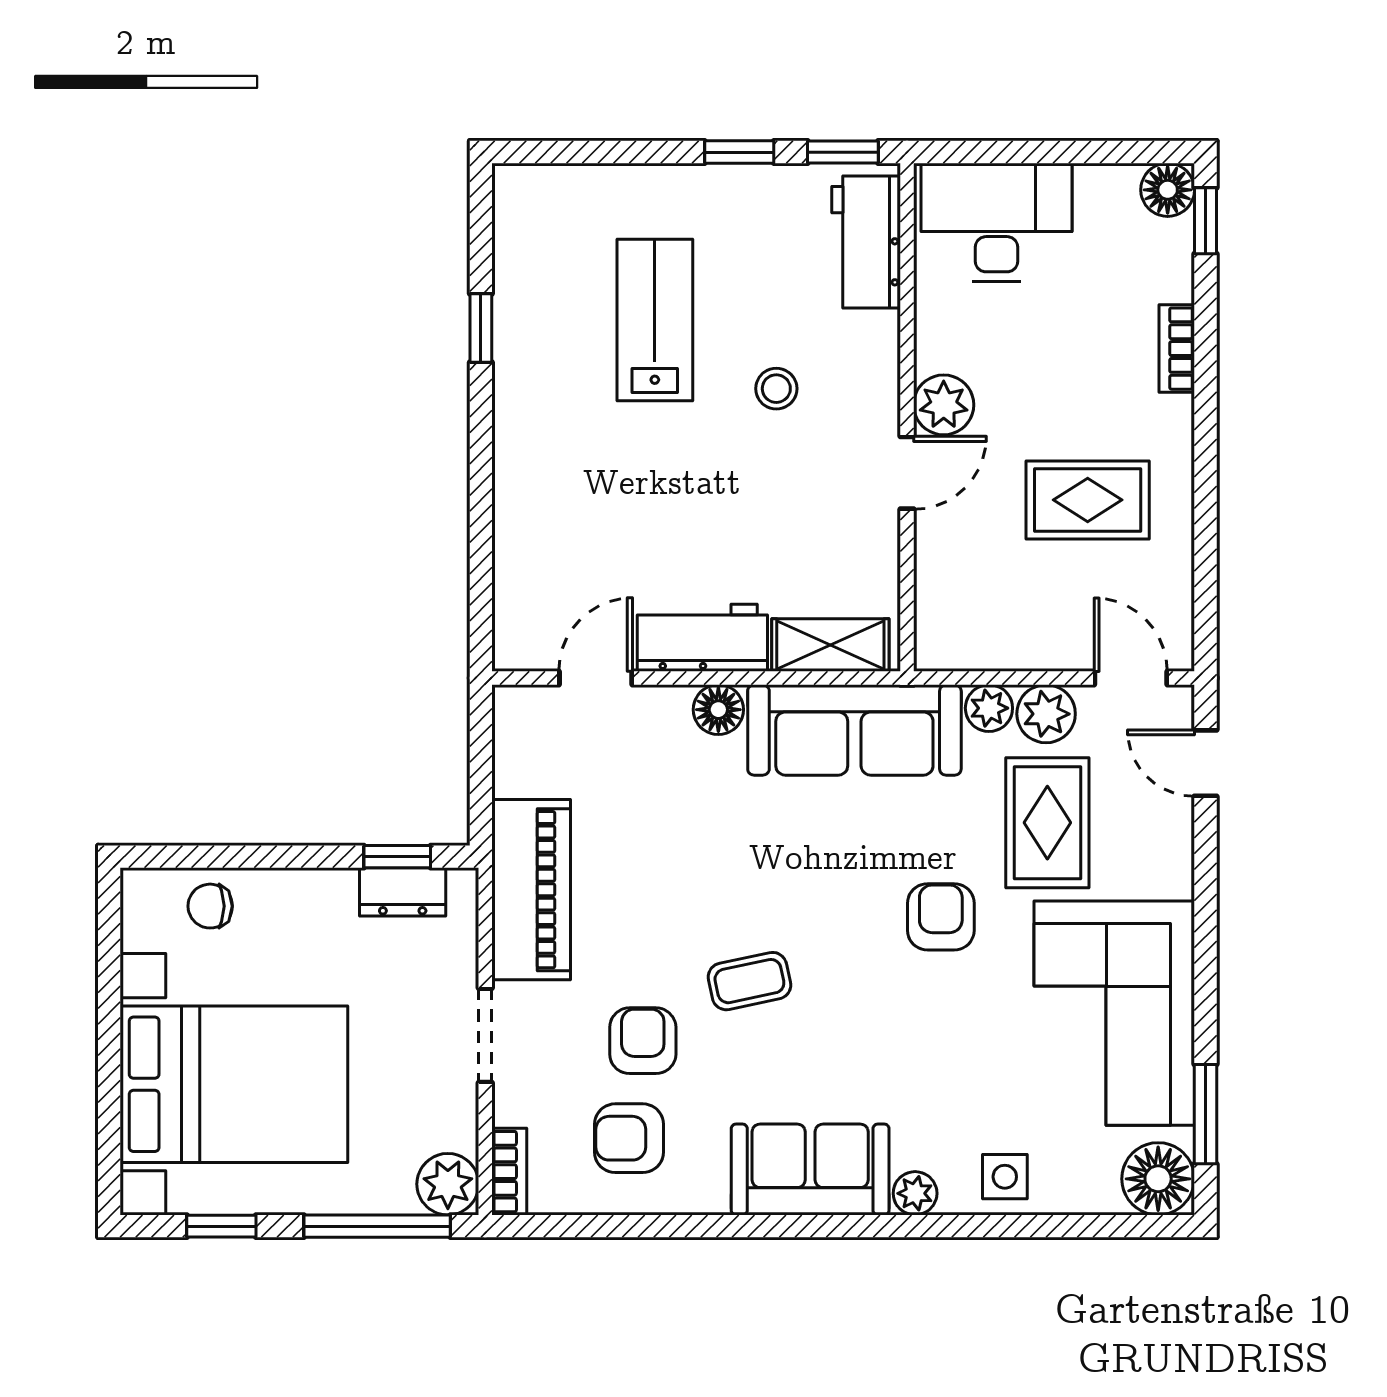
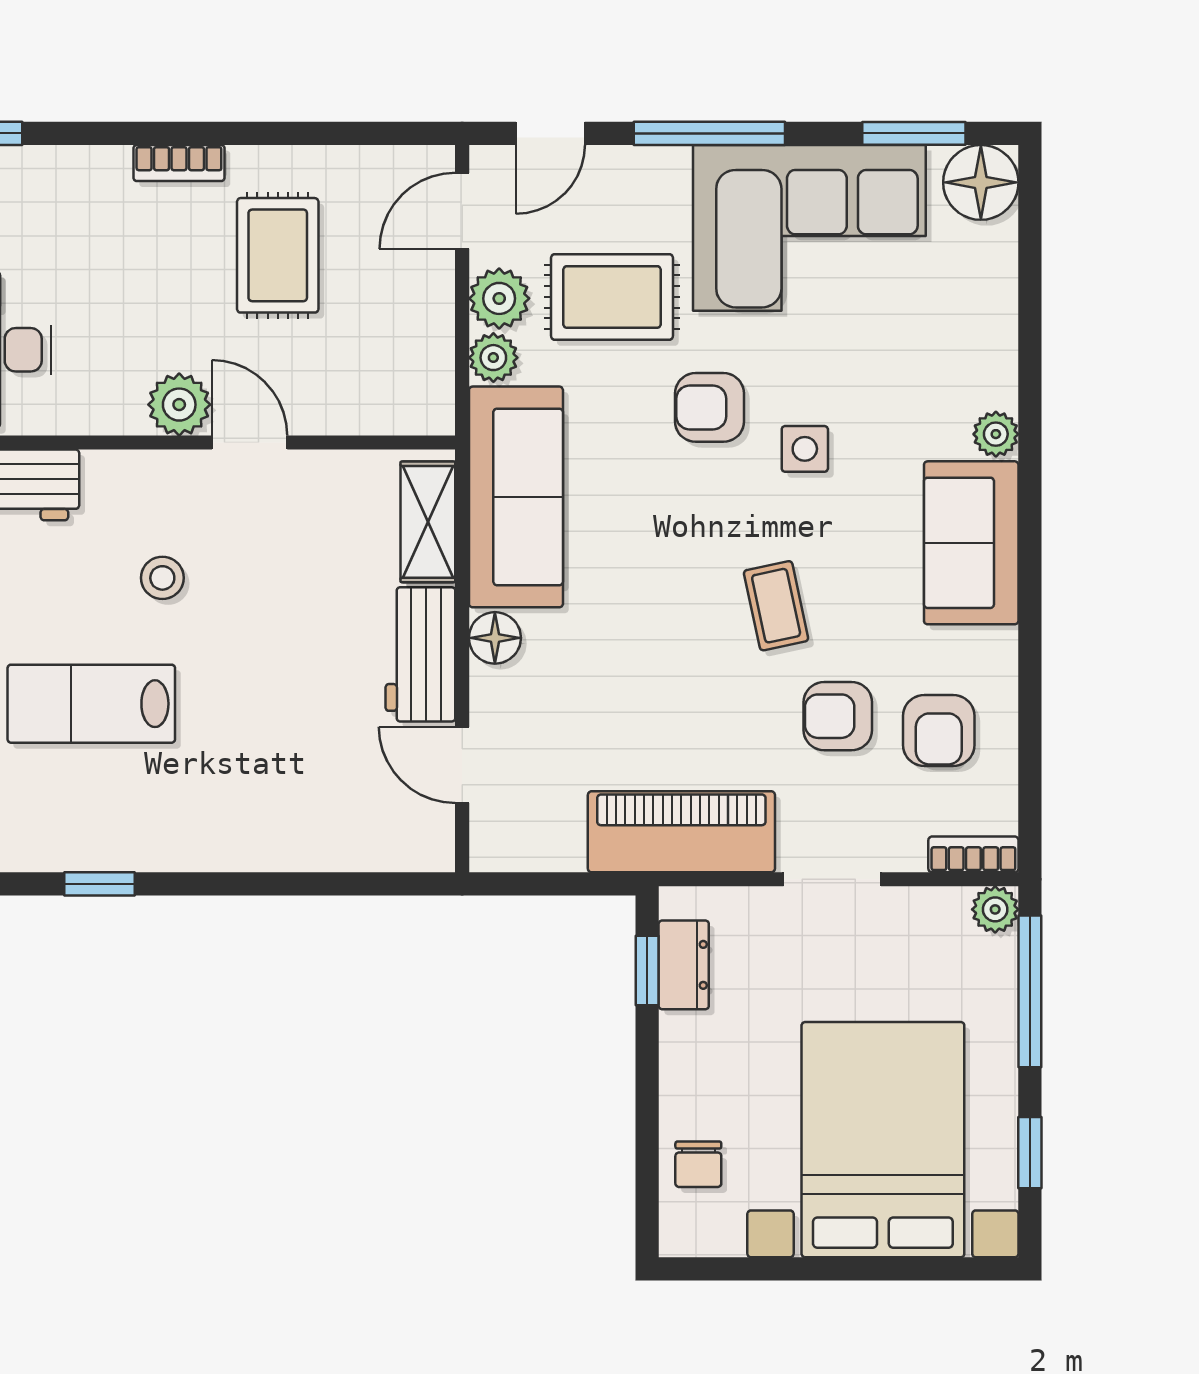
bookcase: (1177, 349) -> (179, 163), moved
window: (1205, 917) -> (709, 133), added
side table: (1005, 1177) -> (805, 449), moved
plant: (448, 1184) -> (995, 909), width x0.73, depth x0.73

